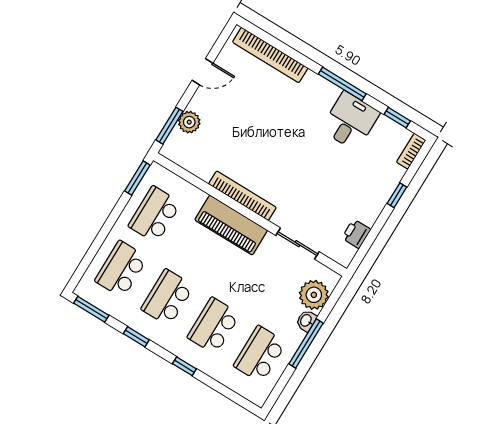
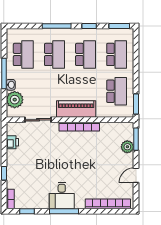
desk: (350, 121) -> (62, 195), moved
window: (184, 366) -> (57, 26), width x2.17

